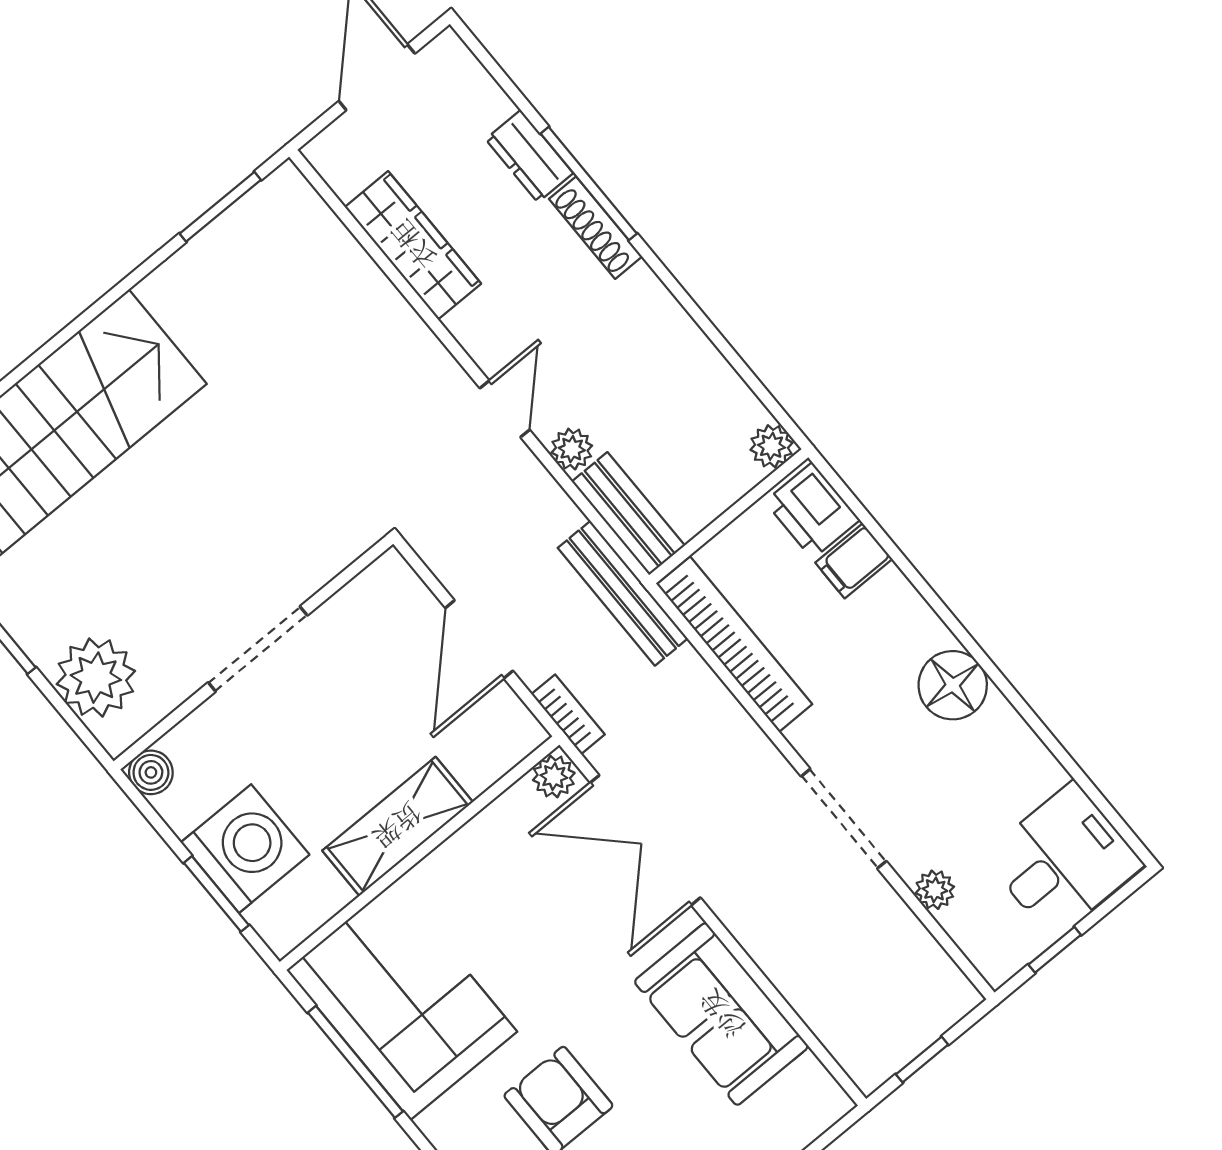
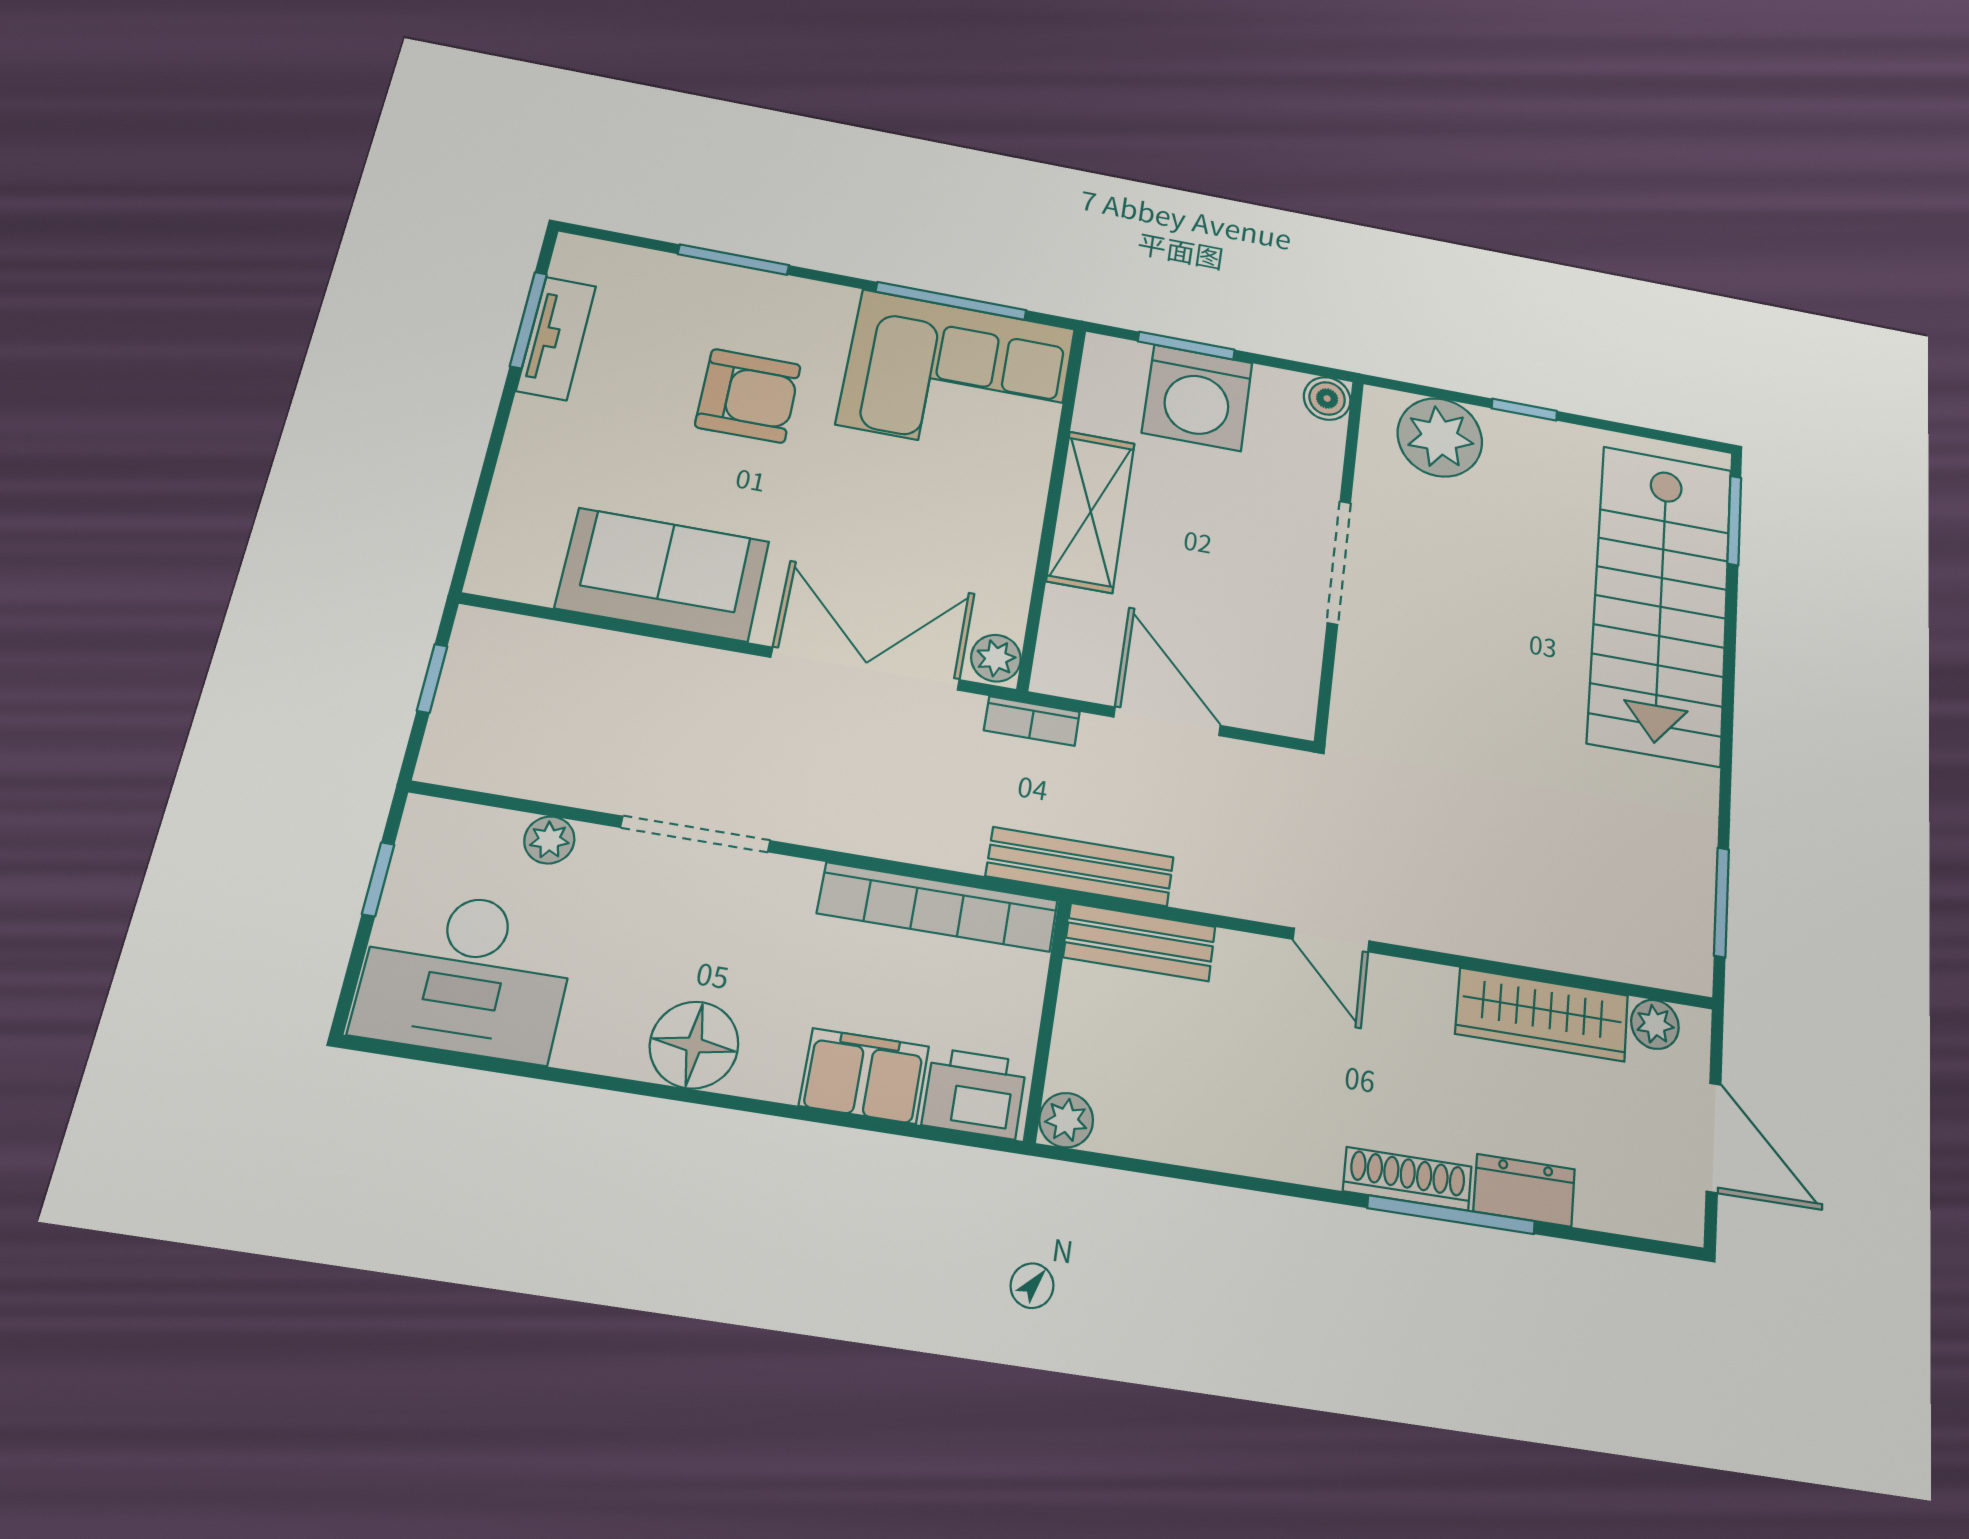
plant: (572, 449) -> (1655, 1024), moved
filing cabinet: (854, 561) -> (864, 1076), width x2.00
desk: (1063, 860) -> (466, 975), width x1.37

